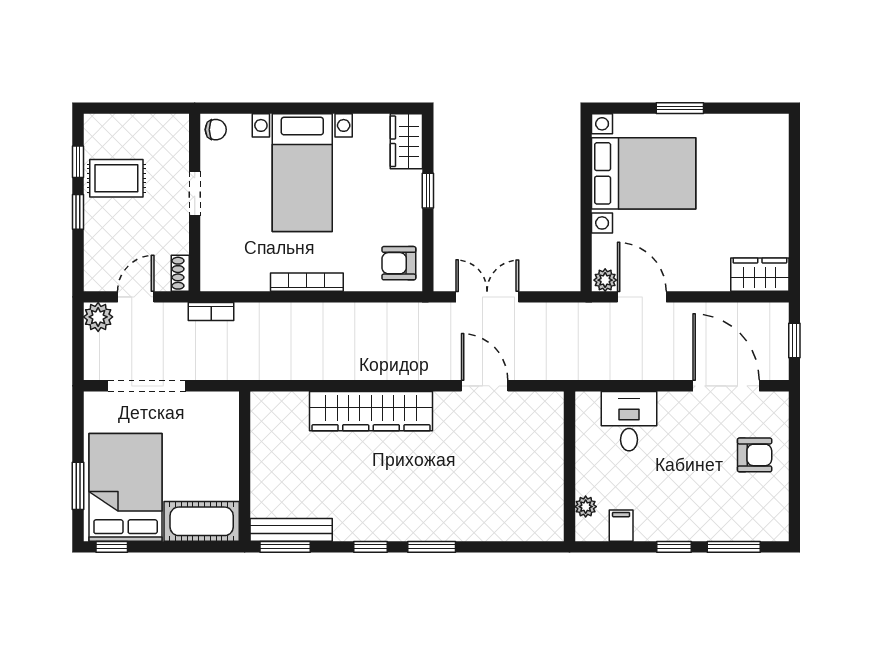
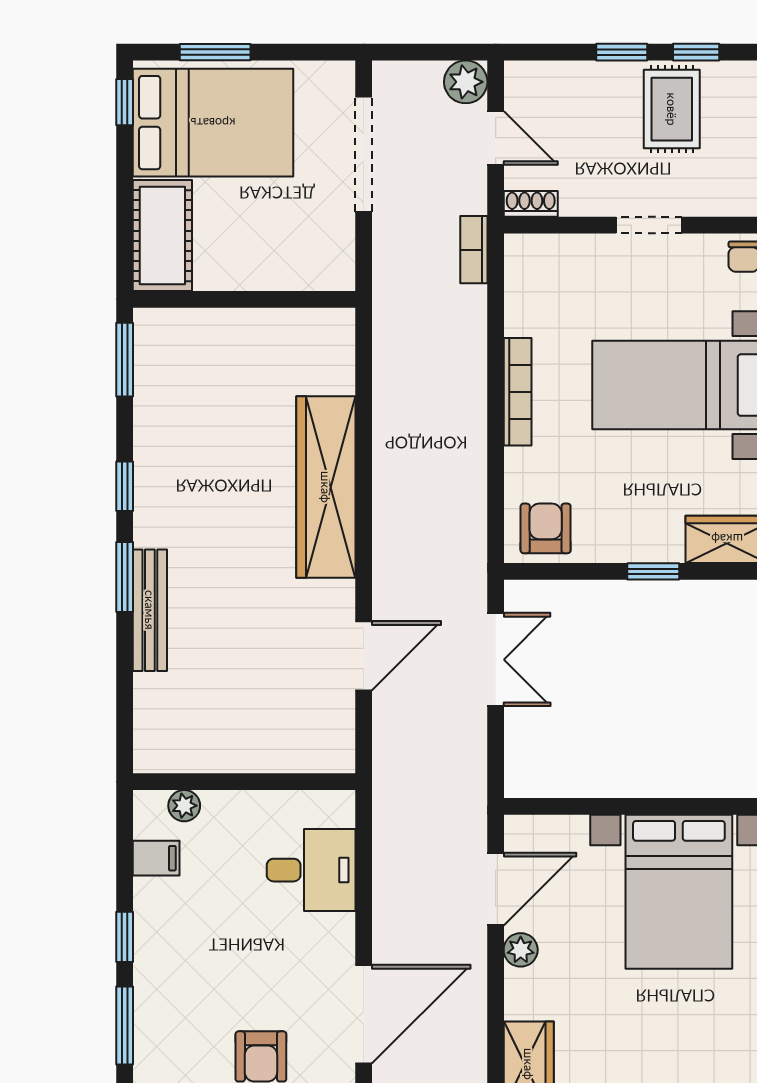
plant: (605, 280) -> (521, 950), moved
bench: (291, 530) -> (150, 610), moved

